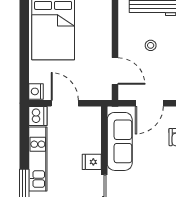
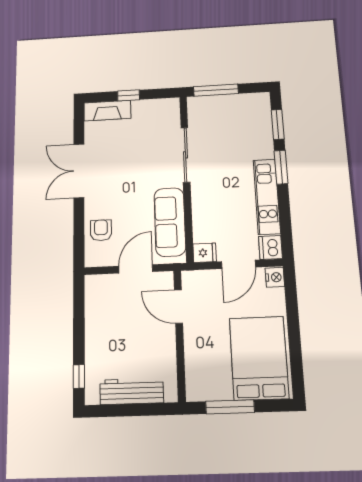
stool: (151, 45) -> (135, 341), removed
door: (65, 103) -> (238, 264), hinge flipped
fridge: (92, 162) -> (205, 253), moved

